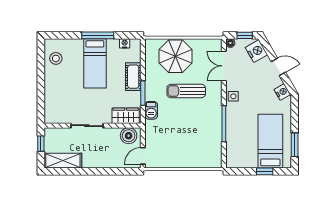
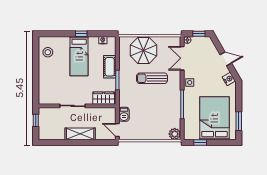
window: (98, 35) -> (81, 34), width x0.46
nightstand: (256, 51) -> (208, 46), removed
barbecue: (151, 110) -> (124, 114), moved
boiler: (129, 136) -> (106, 114), removed
bed: (270, 141) -> (214, 118), width x1.50
door: (143, 156) -> (117, 130), hinge flipped
shelving: (63, 161) -> (80, 134), moved
plant: (215, 161) -> (175, 134), added
window: (265, 171) -> (200, 143), moved

